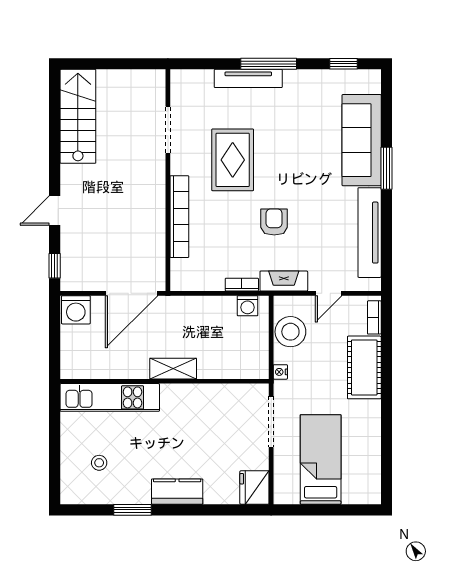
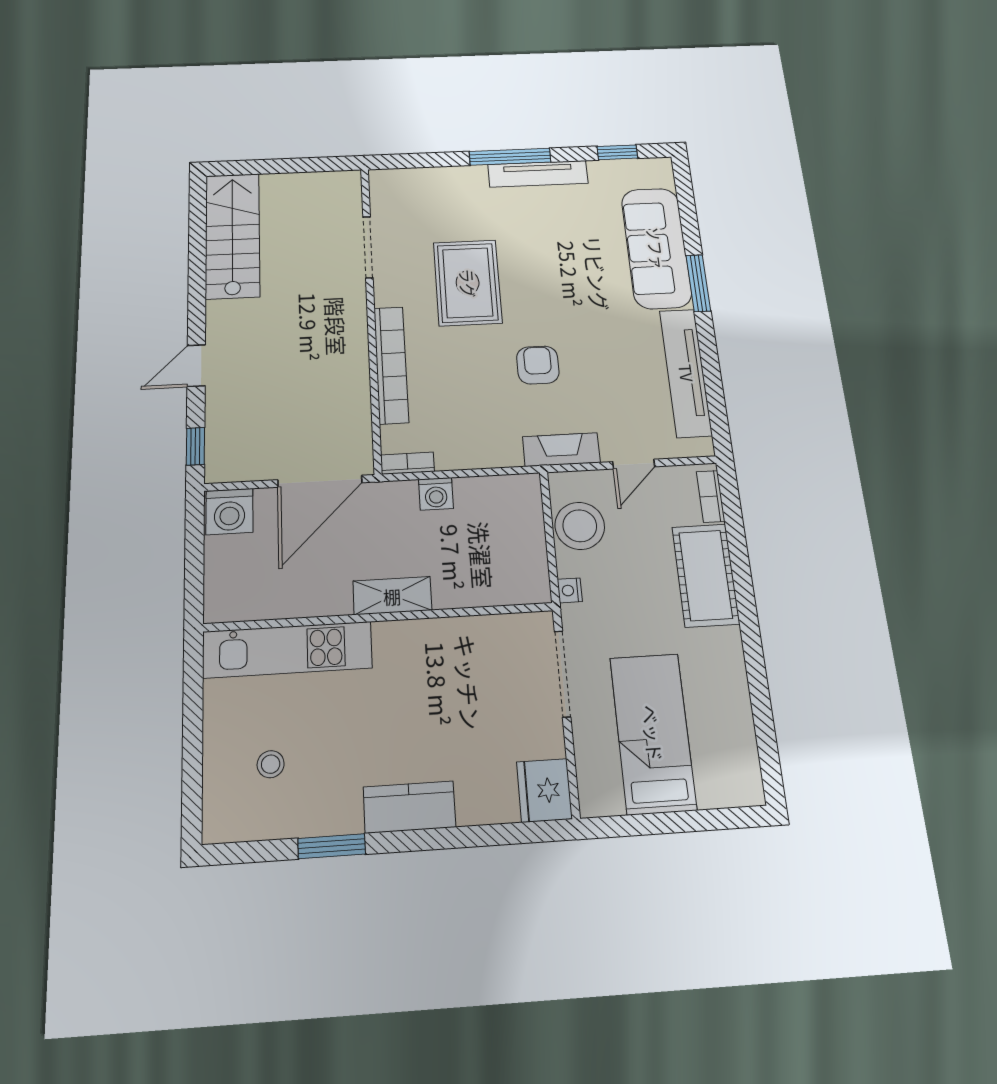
tv unit: (248, 78) -> (538, 174), moved
bookcase: (242, 285) -> (408, 463), moved
washing machine: (248, 306) -> (436, 494), moved

